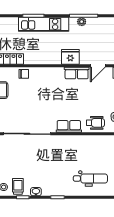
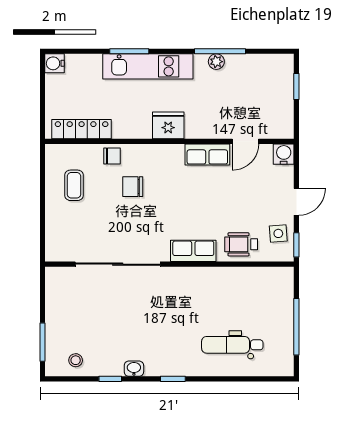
fridge: (70, 57) -> (168, 125), moved
chair: (35, 91) -> (133, 187), added
wheelchair: (95, 123) -> (241, 244), turned 180
dental chair: (90, 178) -> (232, 345), turned 180
trolley: (18, 186) -> (101, 359), removed

